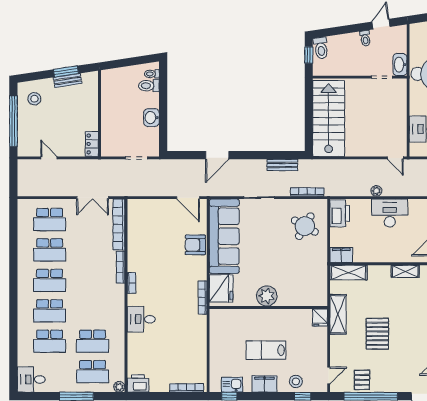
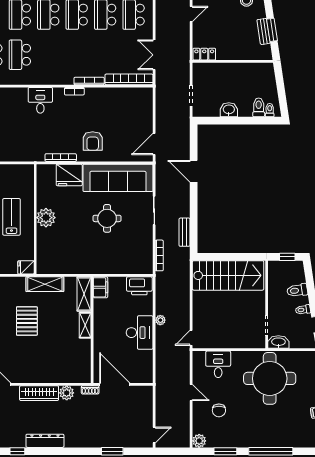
toilet: (321, 48) -> (297, 290), moved
round table: (305, 226) -> (107, 218), moved, turned -30
armchair: (195, 245) -> (93, 141), moved, turned 180
shelving: (405, 271) -> (85, 325), moved
plant: (267, 296) -> (46, 218), moved
wall: (268, 307) -> (35, 219), moved
fridge: (320, 318) -> (26, 267), moved
pallet: (377, 334) -> (27, 321), turned 90

